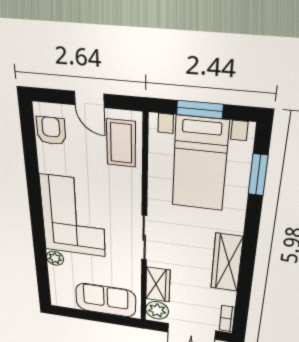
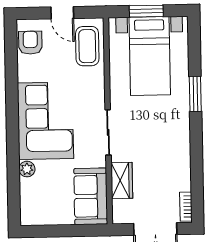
window: (258, 175) -> (195, 94), moved
wardrobe: (227, 263) -> (179, 145), removed
sofa: (106, 300) -> (91, 196), moved, turned -90
plant: (157, 310) -> (122, 211), removed

